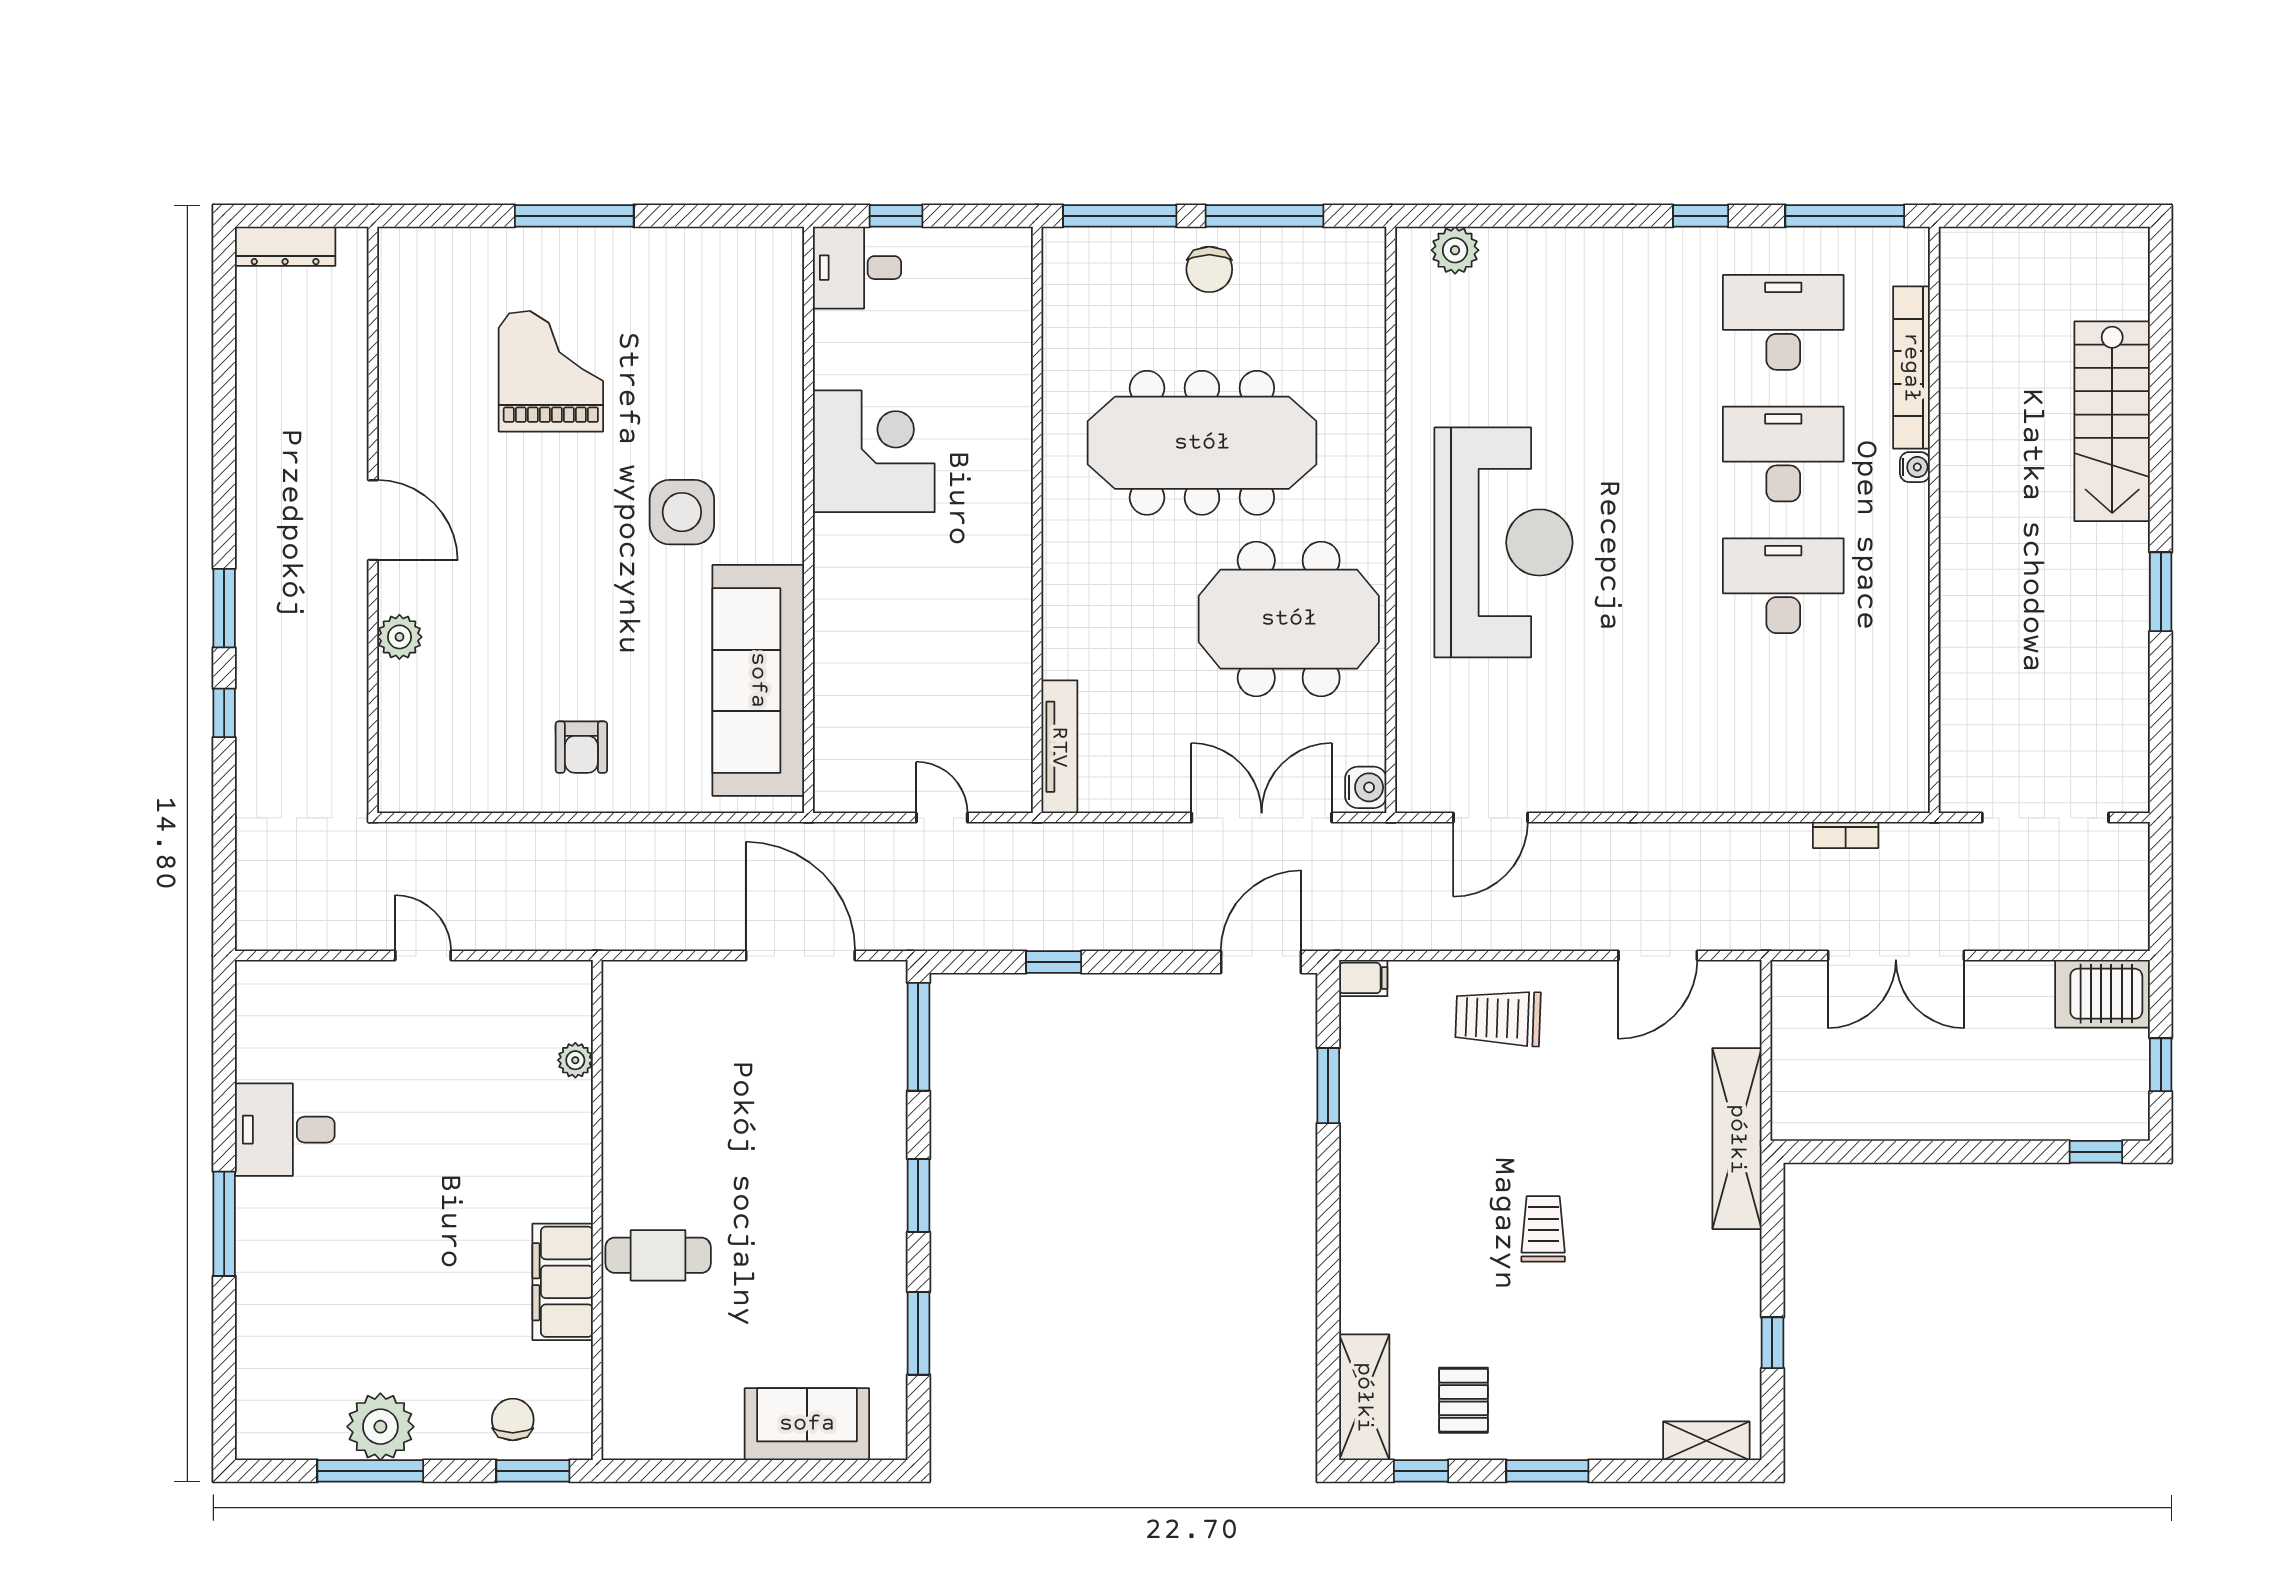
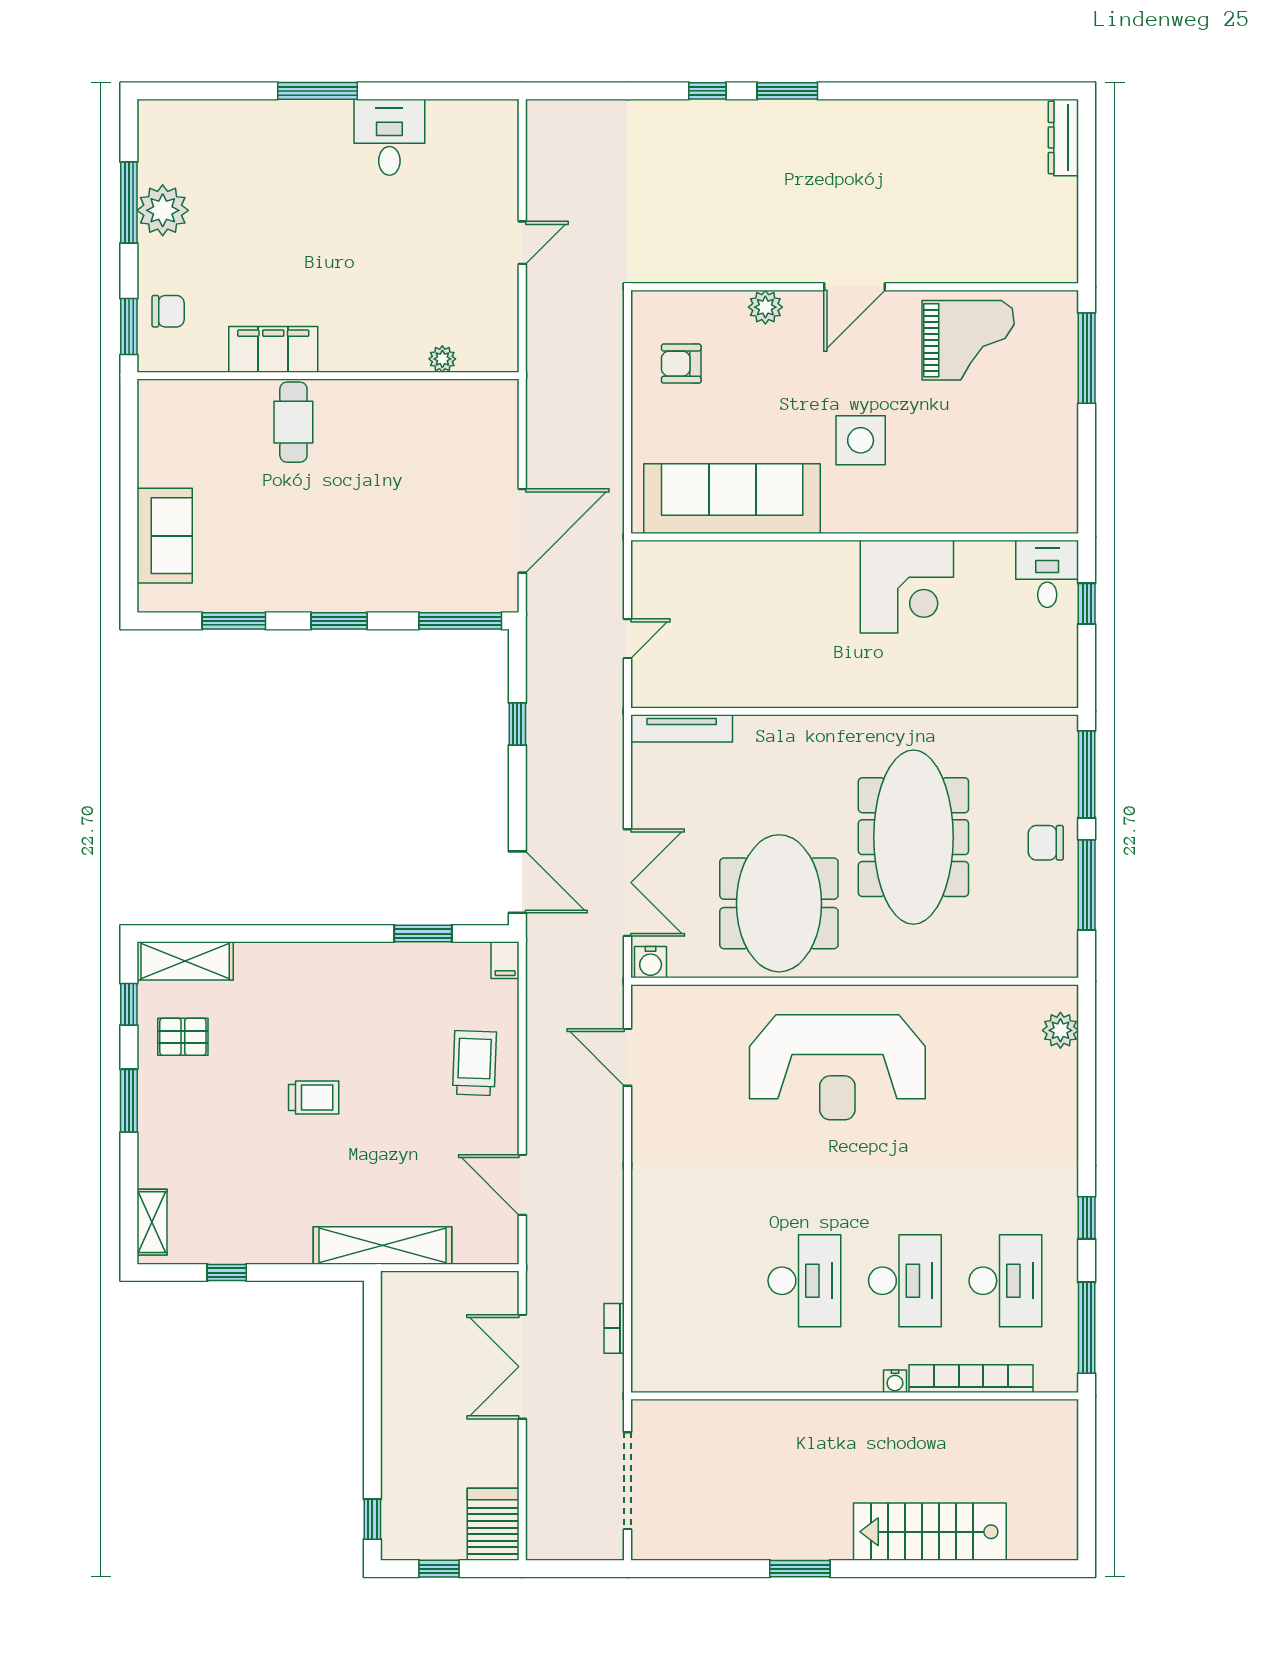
door: (373, 520) -> (854, 287), moved
wall: (373, 520) -> (855, 287), moved
plant: (399, 637) -> (765, 307), moved

